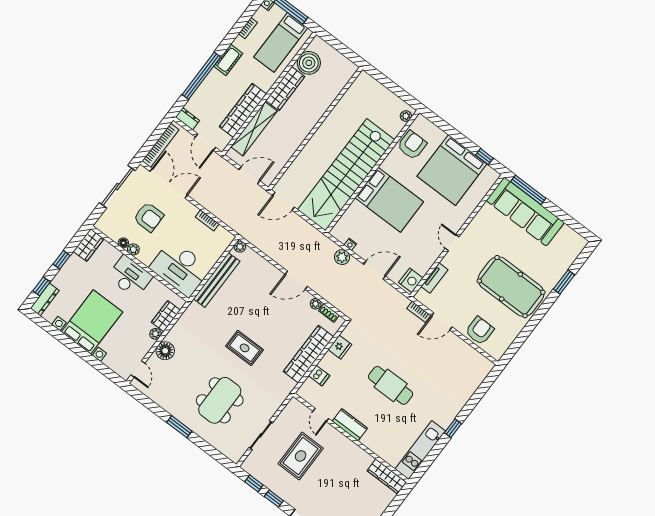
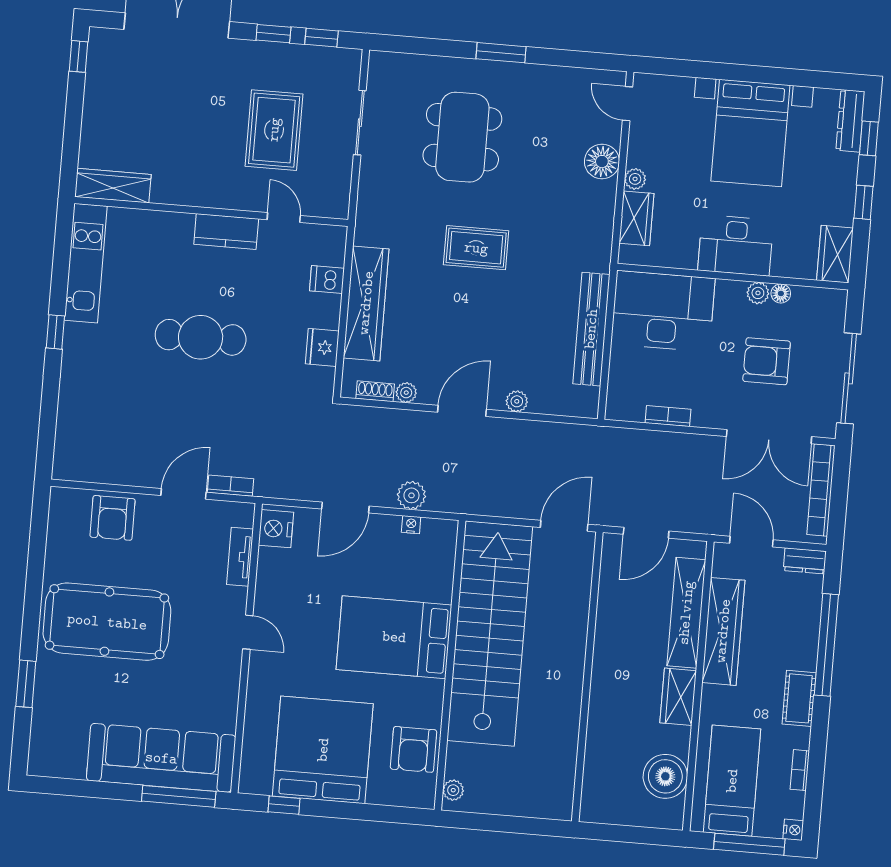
wardrobe: (285, 89) -> (678, 697), width x0.67
plant: (240, 247) -> (517, 401), moved

